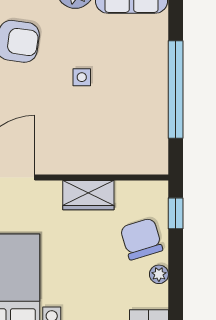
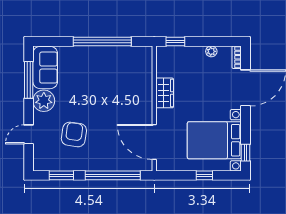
side table: (82, 77) -> (95, 97), removed
chair: (141, 239) -> (190, 62), removed

